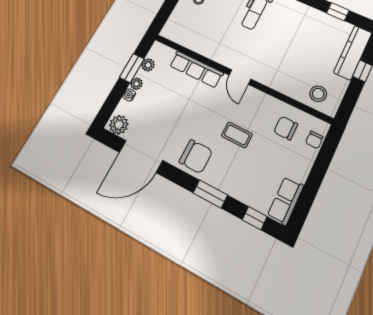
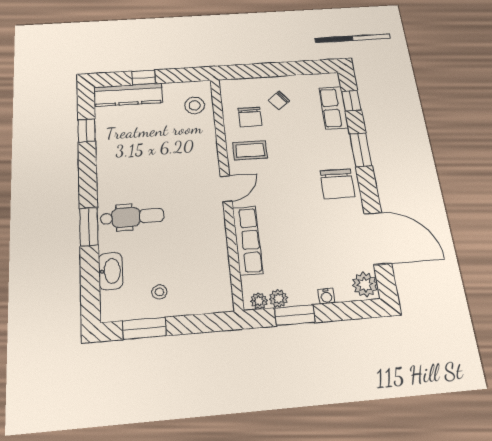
plant: (136, 84) -> (259, 301), moved
coffee table: (237, 135) -> (250, 150), moved, turned 90
chair: (314, 140) -> (279, 100), moved, turned 142
chair: (196, 156) -> (337, 184), turned 180
row of seats: (286, 201) -> (334, 108), moved, turned 90

